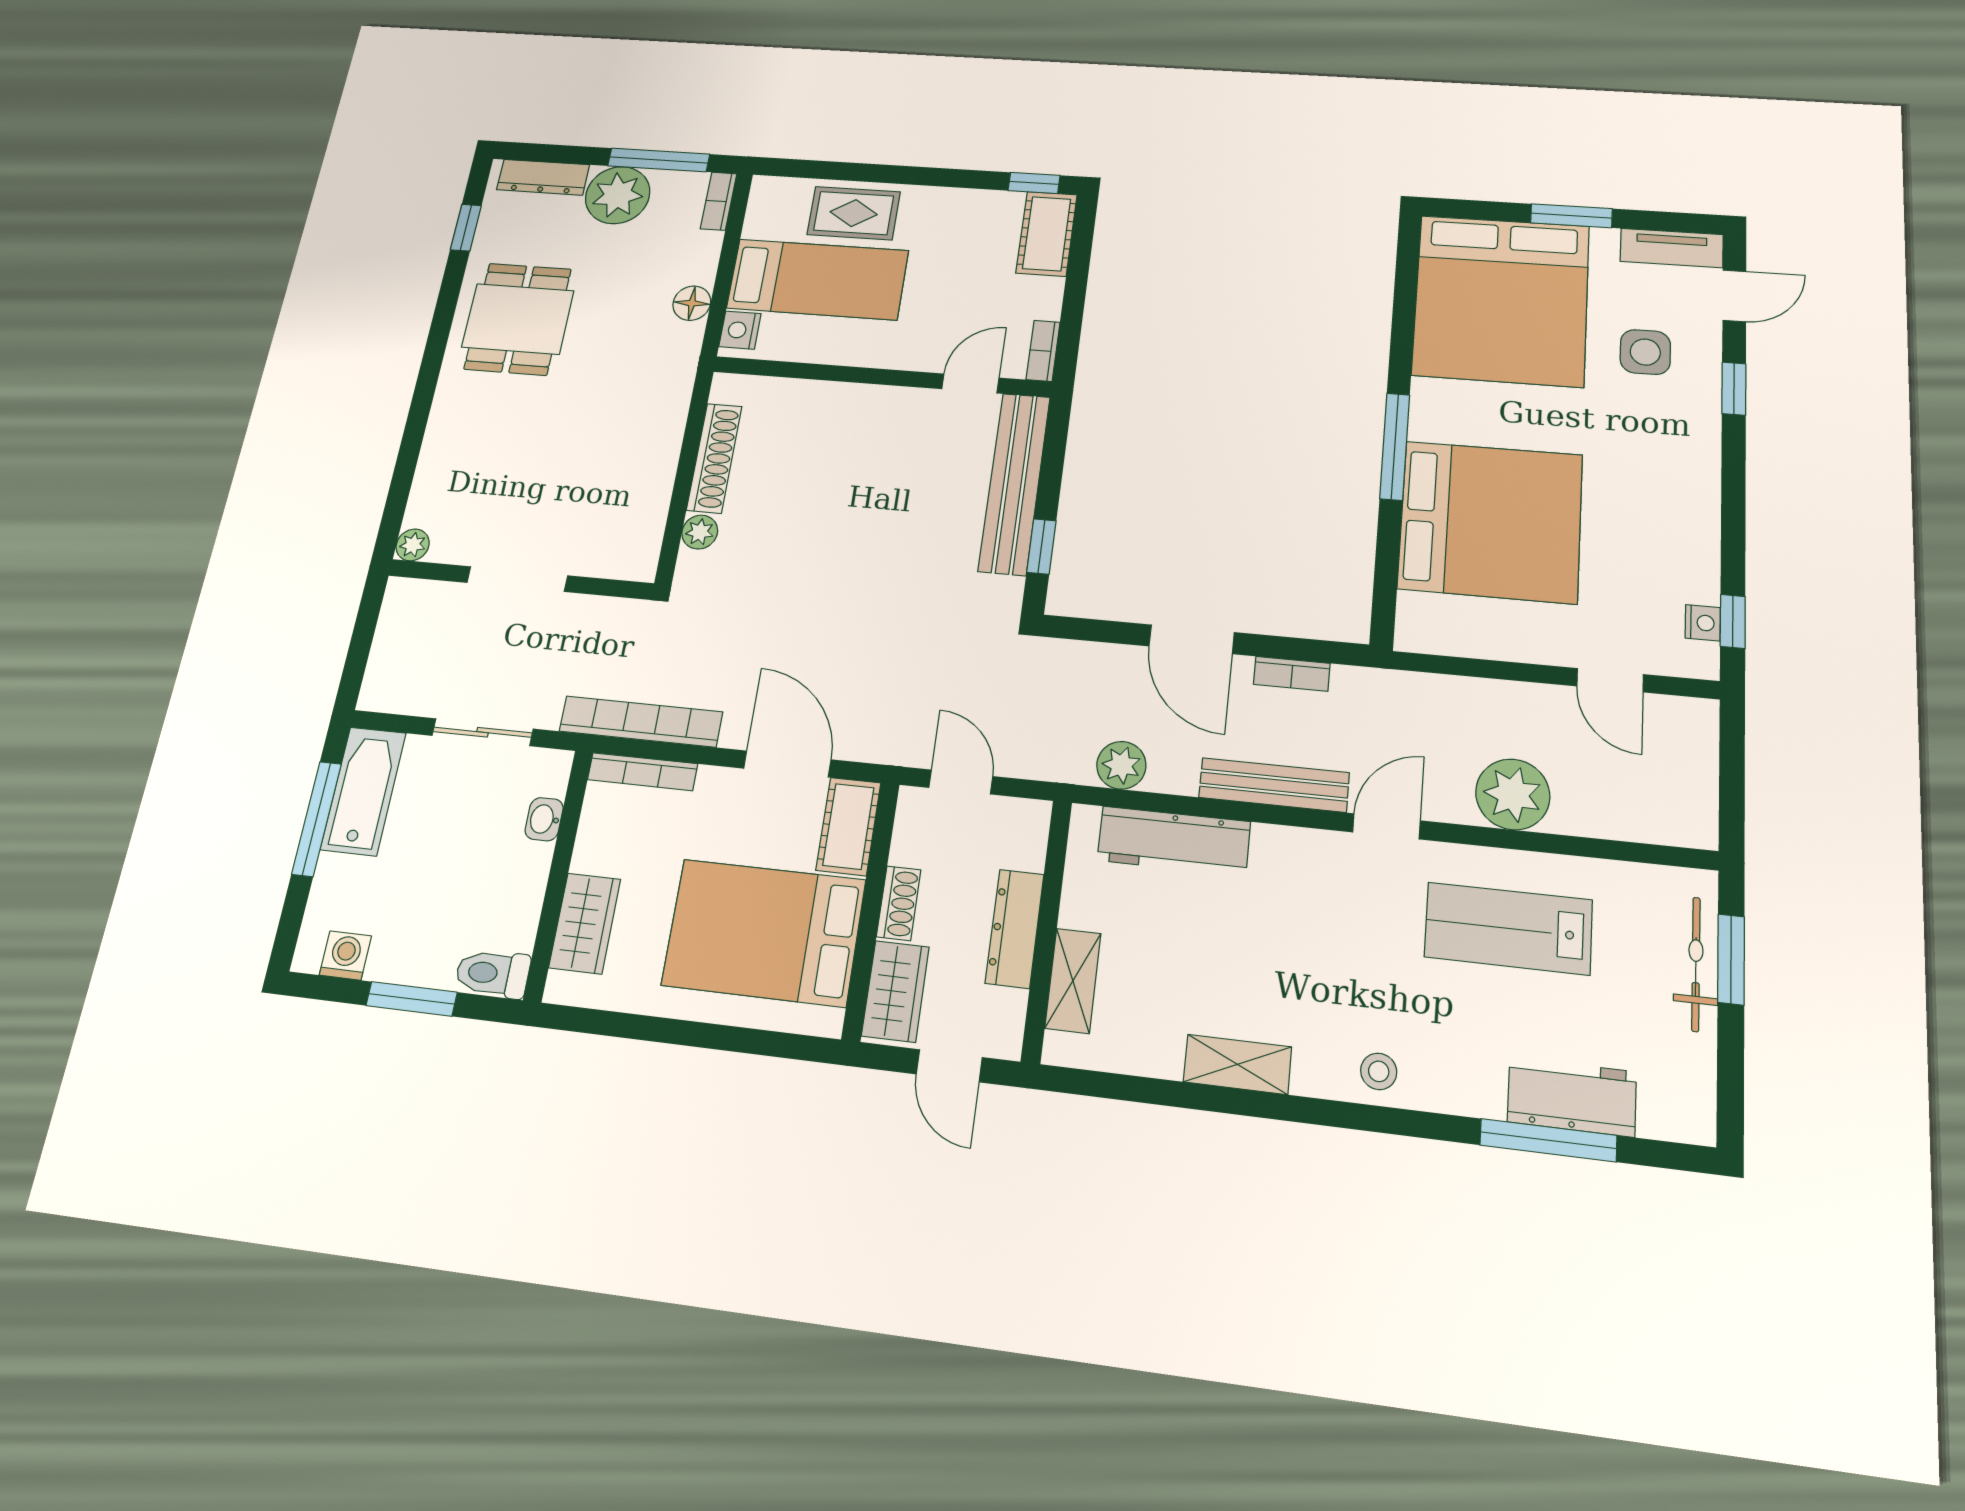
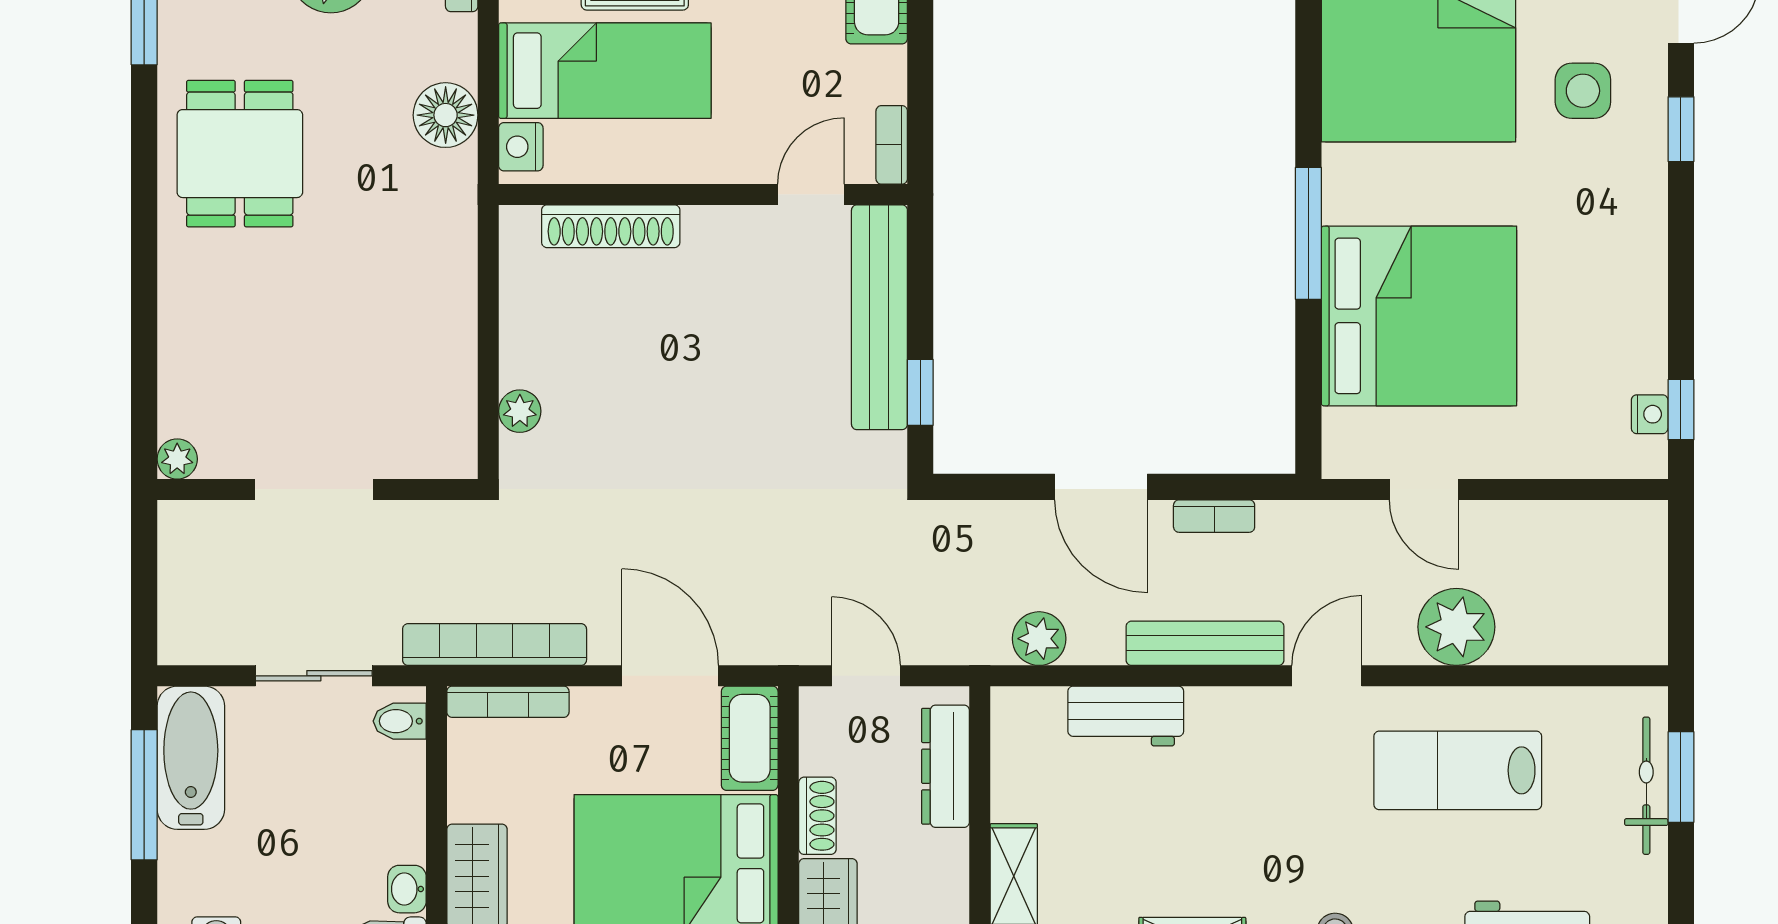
floor lamp: (692, 303) -> (446, 115), width x1.38, depth x1.38
shoe rack: (714, 458) -> (611, 226), moved, turned 90
door: (1610, 680) -> (1424, 489), moved
bidet: (546, 779) -> (400, 721), added
washbasin: (544, 819) -> (407, 889), moved
workbench: (1174, 841) -> (1126, 716), width x0.73
dresser: (1015, 929) -> (946, 766), moved

